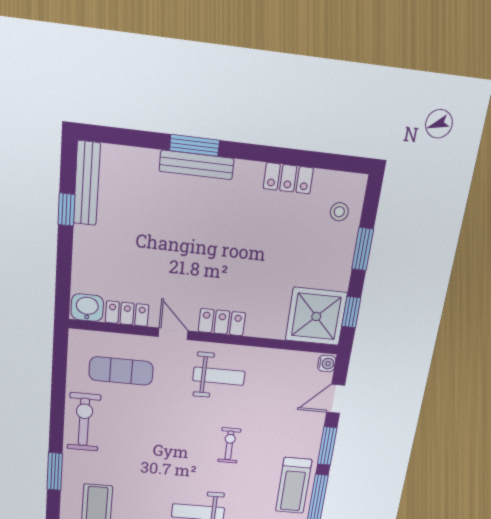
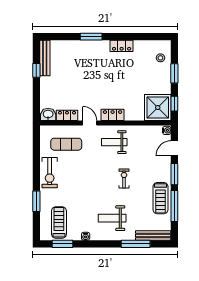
bench: (197, 165) -> (93, 45), removed
locker: (288, 178) -> (122, 46), moved
weight bench: (219, 376) -> (114, 142), turned 180
exercise bike: (84, 422) -> (50, 173), turned 180

